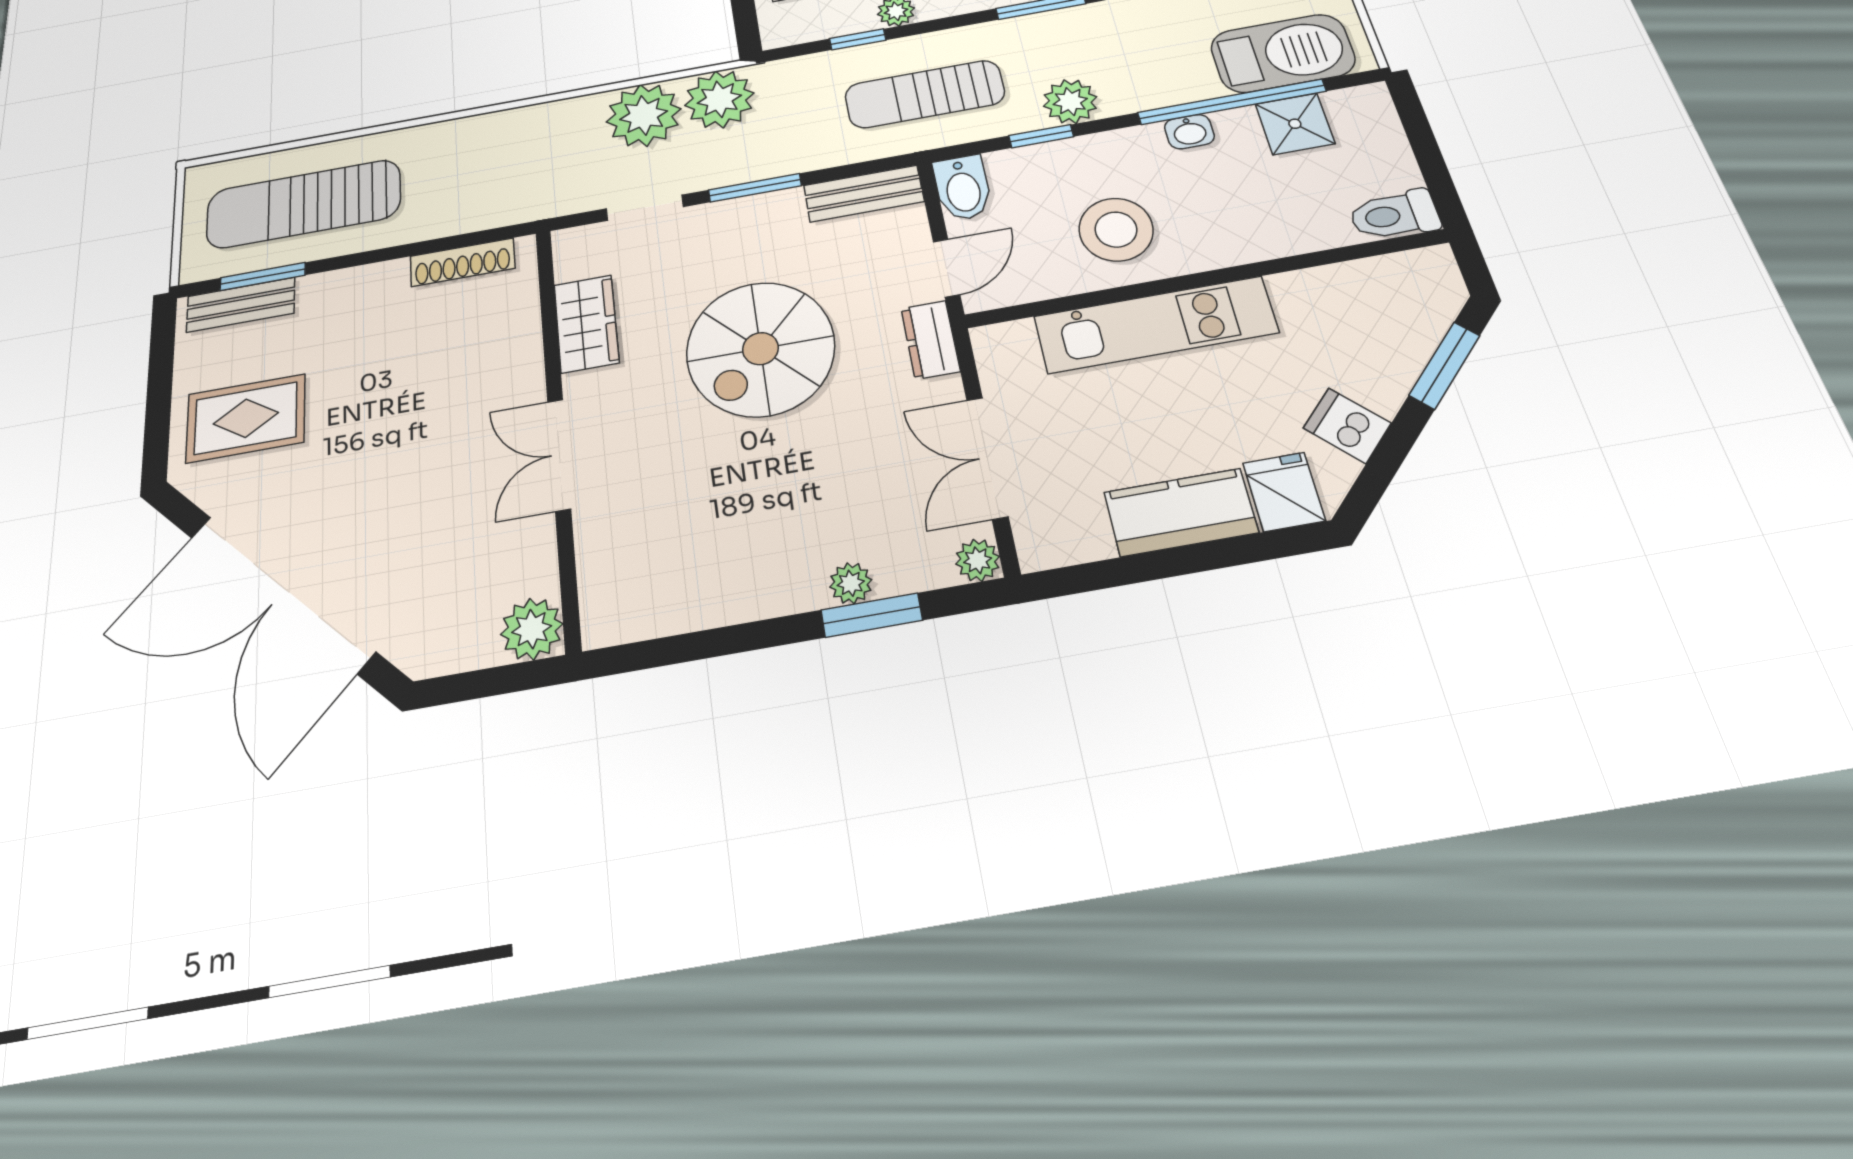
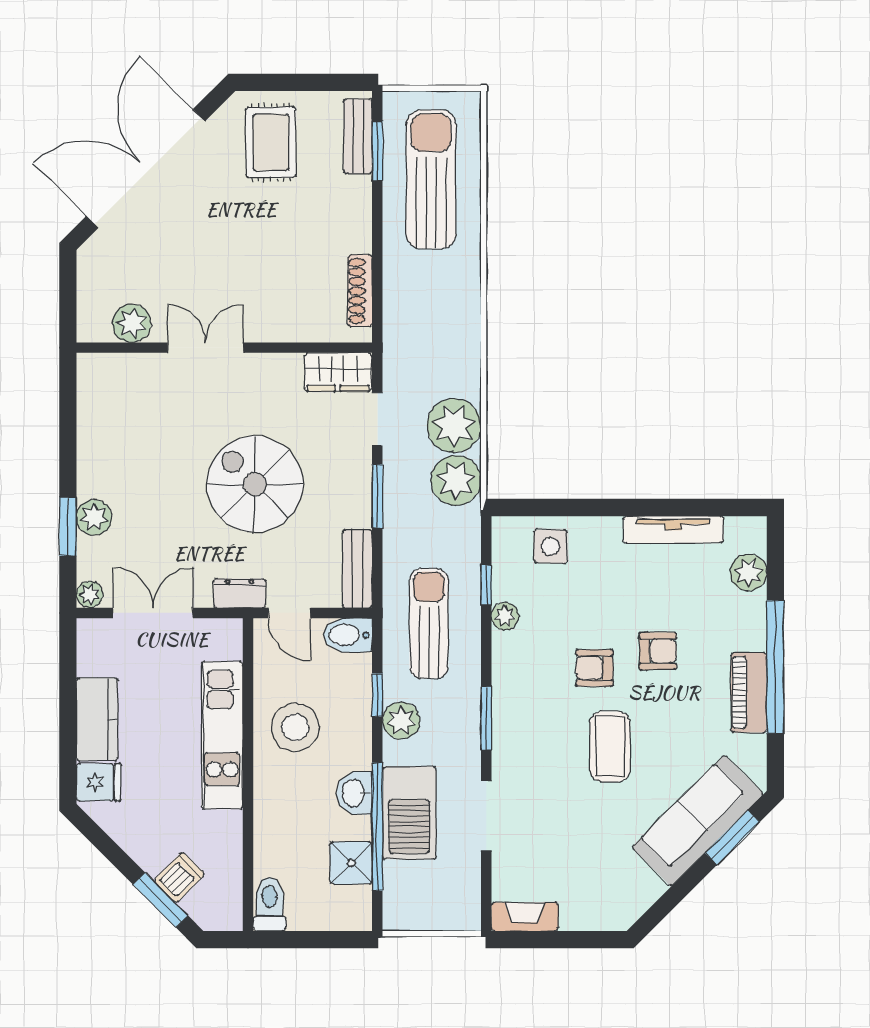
barbecue: (1283, 53) -> (409, 813), moved
washbasin: (1189, 132) -> (354, 793), width x1.38, depth x1.45
wardrobe: (586, 324) -> (338, 372), moved
dishwasher: (1347, 426) -> (179, 877), moved
plant: (851, 583) -> (94, 517), width x1.38, depth x1.38
plant: (532, 629) -> (132, 323), moved

